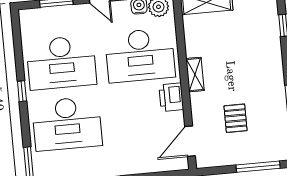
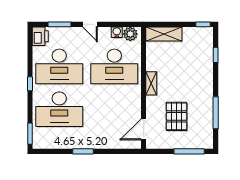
printer: (171, 97) -> (40, 36), moved, turned 180
pallet: (236, 118) -> (177, 116), width x1.50, depth x1.42

